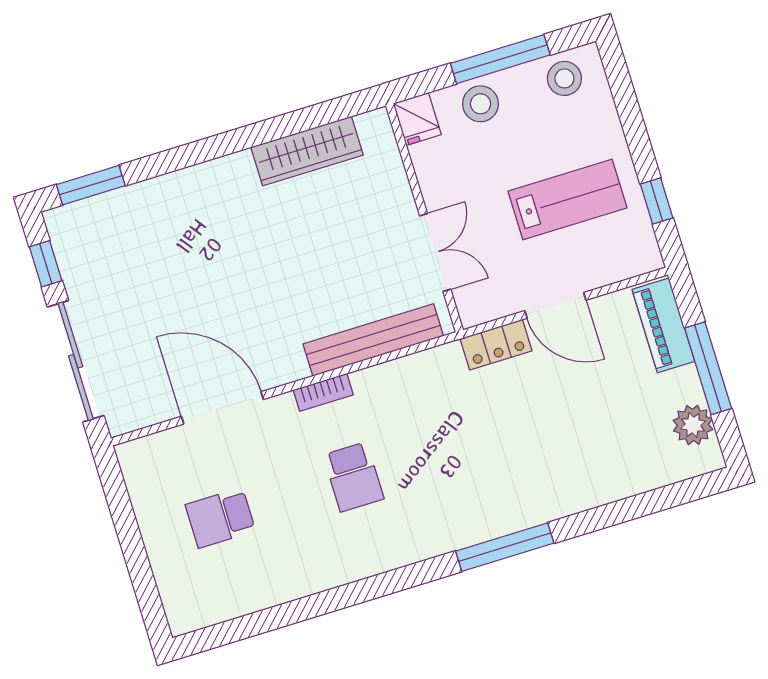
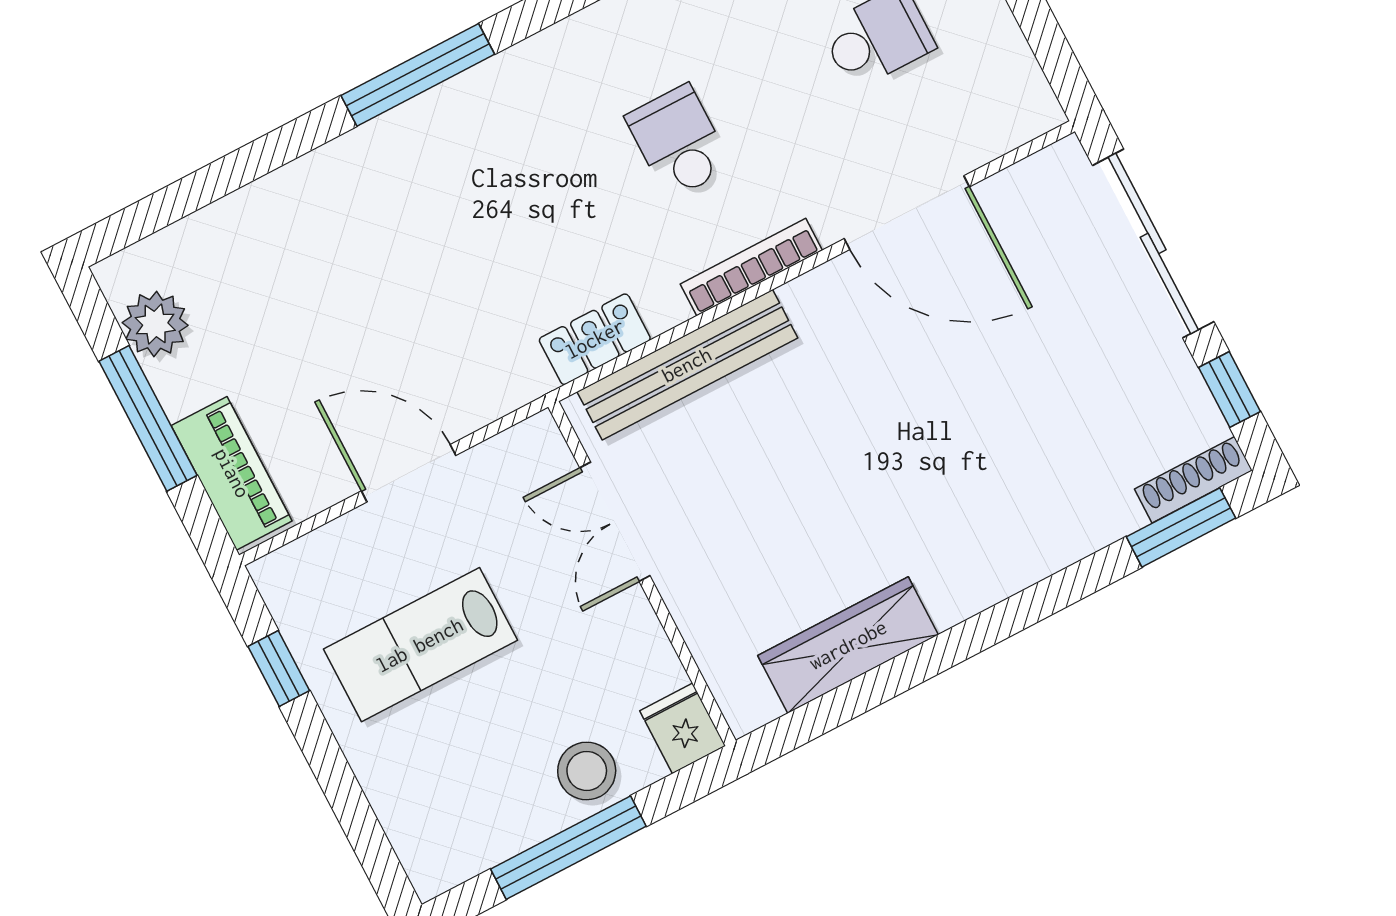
stool: (564, 78) -> (461, 836), removed
shoe rack: (78, 213) -> (1193, 480), added
locker: (496, 345) -> (595, 339), moved
bookcase: (323, 392) -> (751, 267), width x1.56

